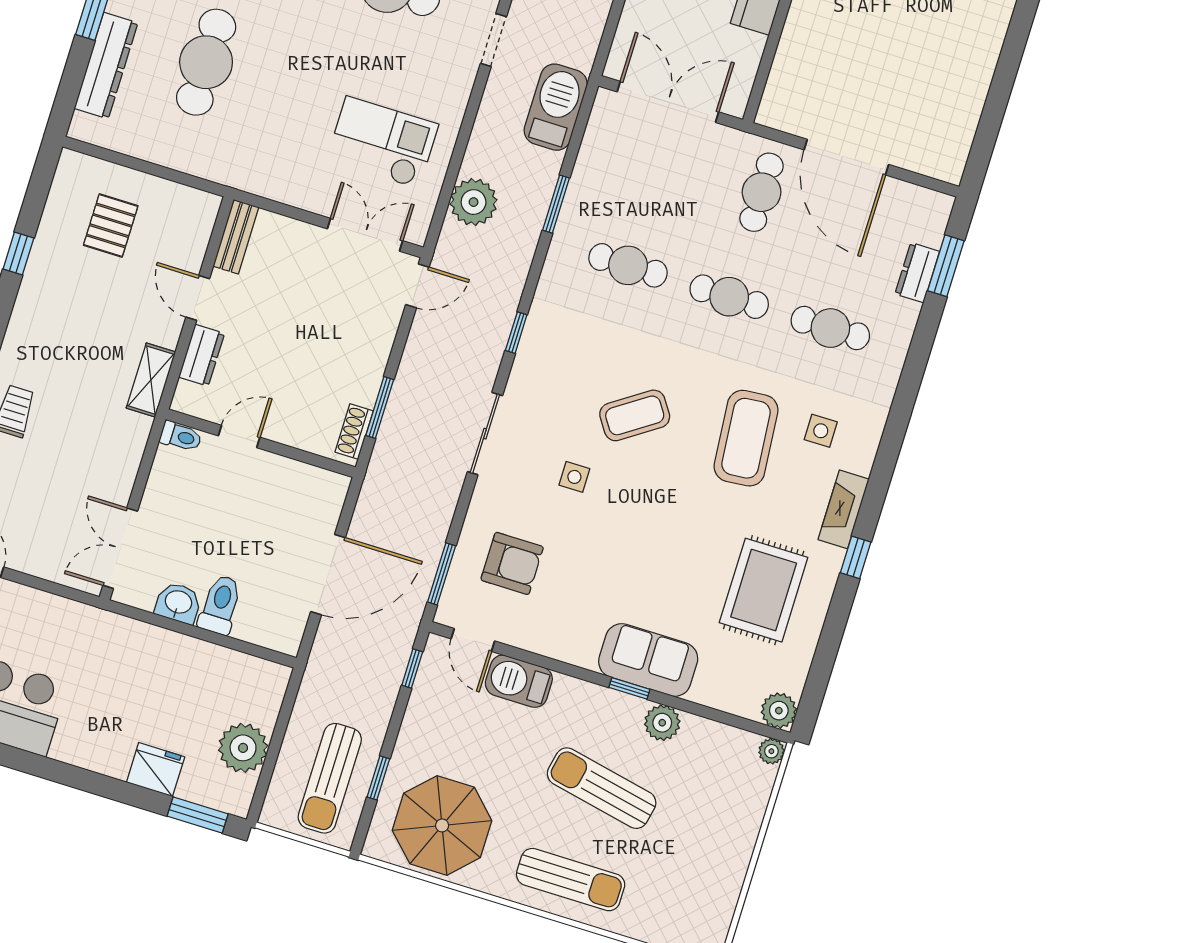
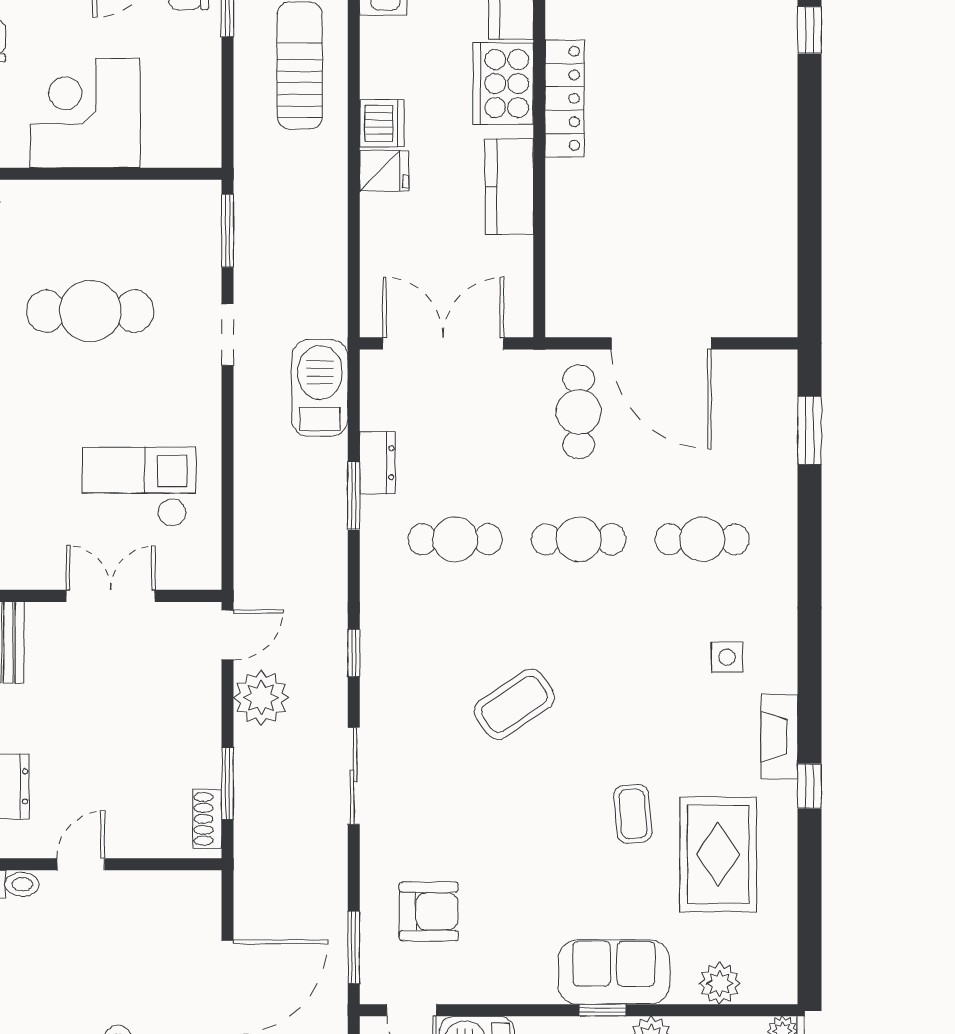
plant: (474, 202) -> (261, 698), moved
double door: (365, 235) -> (111, 596), moved
dresser: (917, 273) -> (377, 463), moved, turned 180
coffee table: (746, 438) -> (633, 814), moved, width x0.54, depth x0.58
side table: (574, 477) -> (468, 794), removed
plant: (779, 711) -> (720, 983), moved

